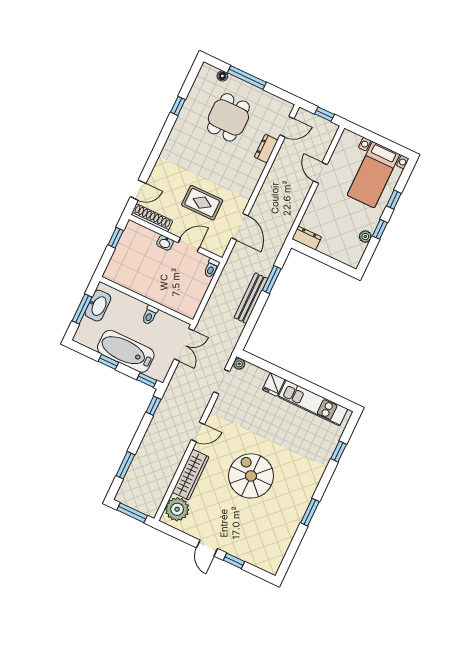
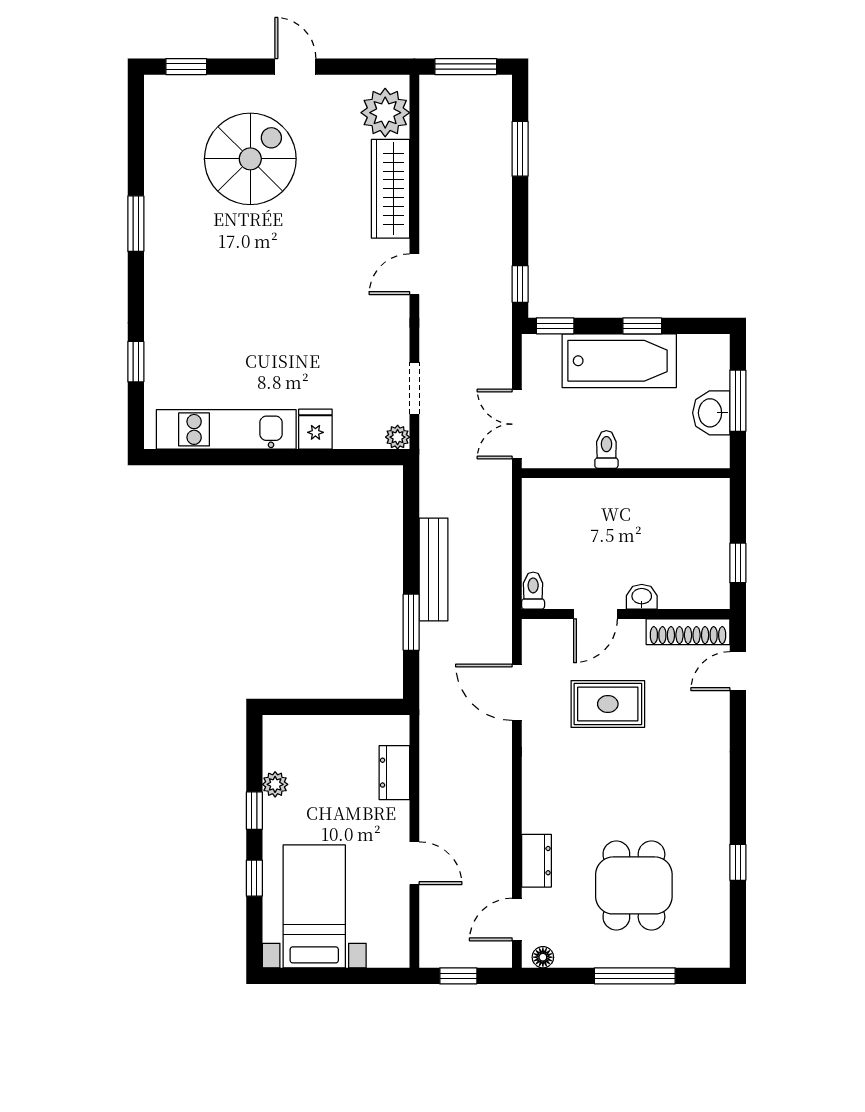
floor lamp: (222, 76) -> (543, 957), moved
dresser: (307, 238) -> (394, 773), moved, turned 90
washbasin: (98, 306) -> (711, 413), width x0.72
spiral stairs: (251, 476) -> (250, 159), moved, turned -90
window: (234, 561) -> (186, 67), moved

